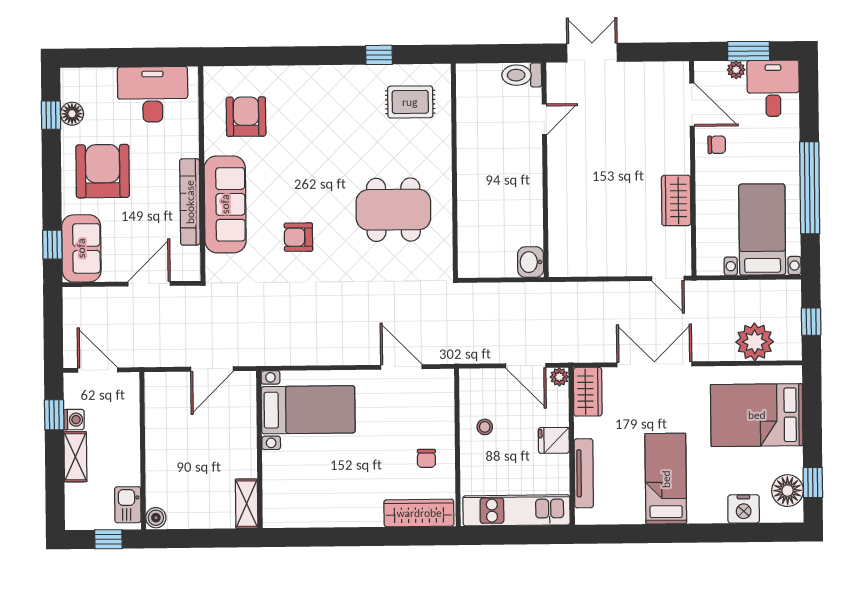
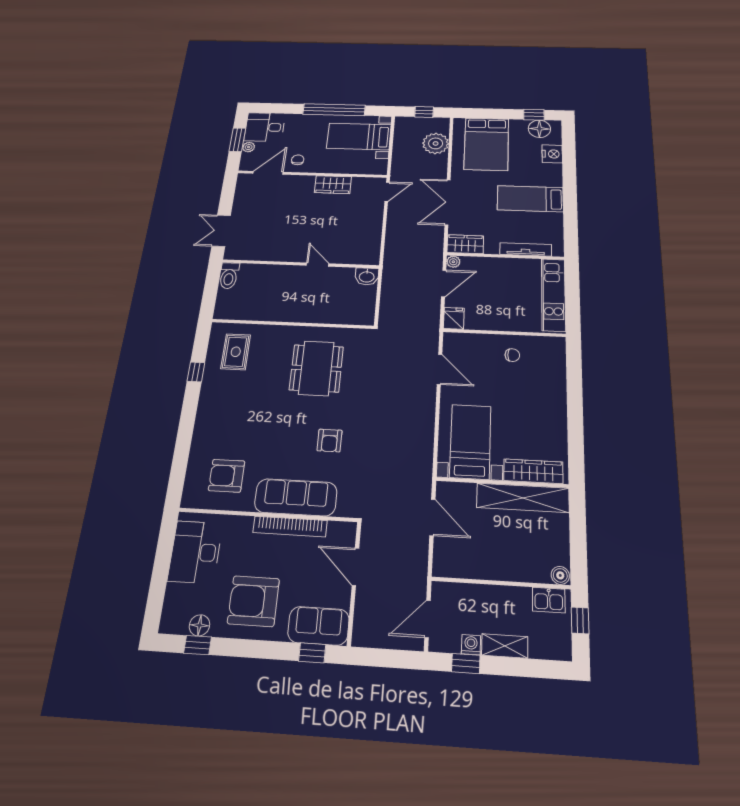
door: (544, 119) -> (318, 265), moved
door: (401, 367) -> (440, 369), swing flipped
stool: (485, 427) -> (489, 313), removed
fridge: (554, 440) -> (454, 318), moved, turned 180
shelving: (247, 504) -> (523, 498), width x2.20, depth x1.33
wardrobe: (419, 513) -> (533, 471), moved, turned 90

